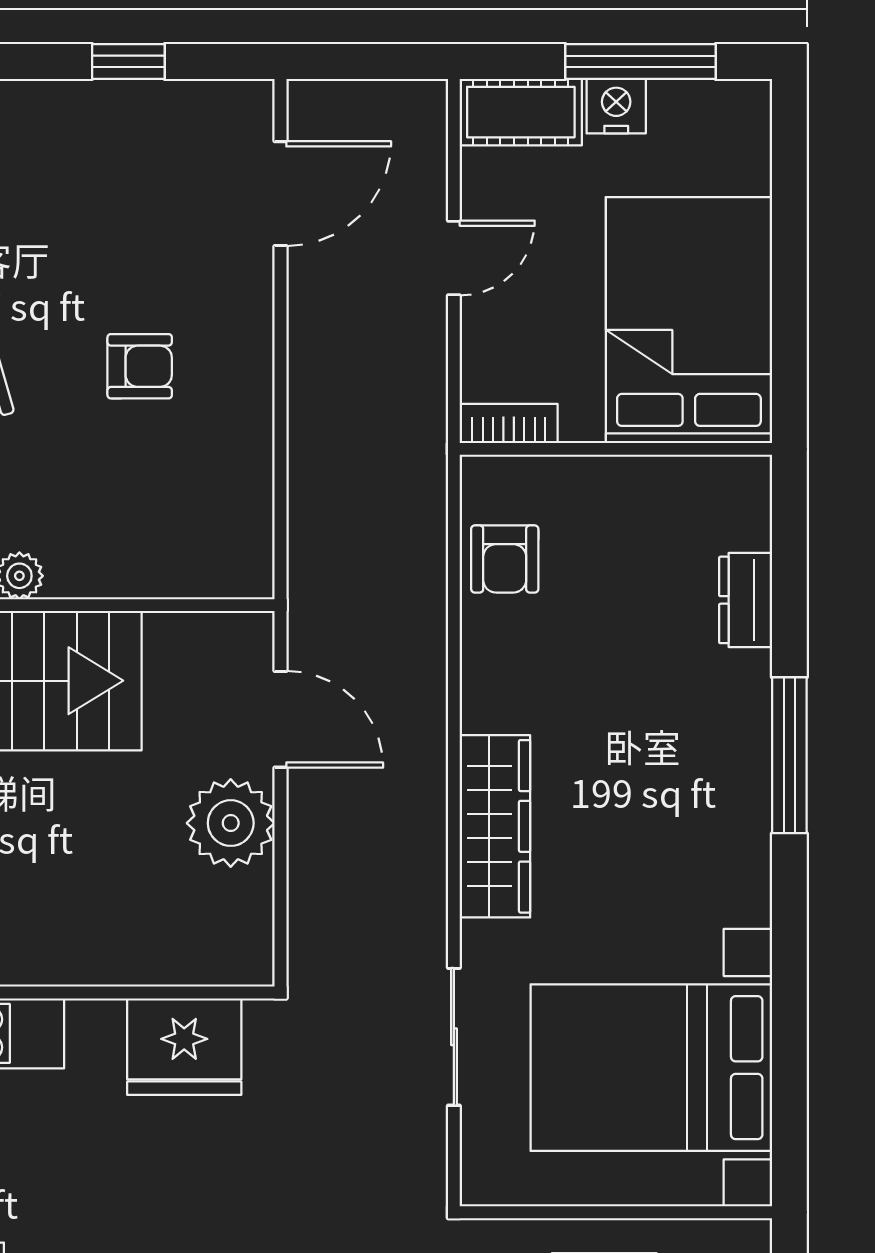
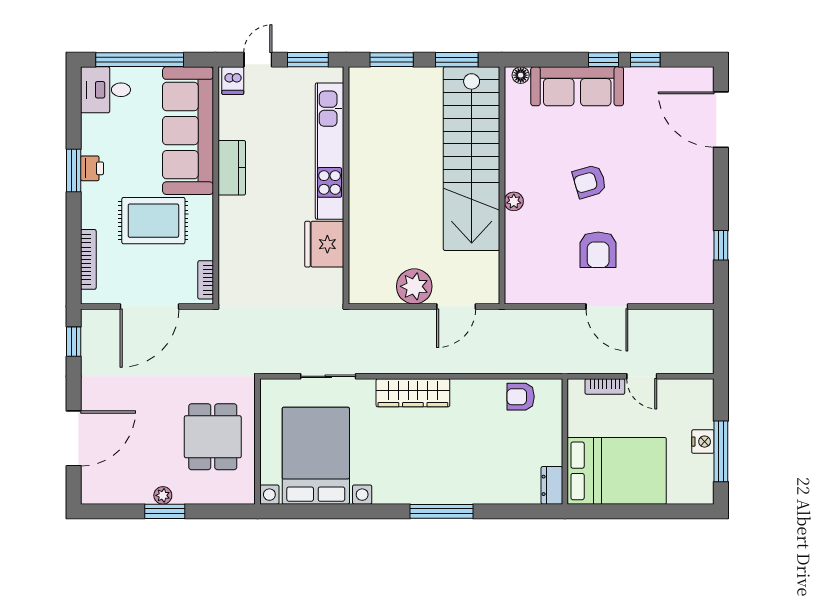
cot: (521, 112) -> (700, 403), removed
door: (280, 194) -> (607, 306), moved
armchair: (140, 366) -> (598, 250), width x1.38, depth x1.38
bookcase: (509, 424) -> (605, 386), moved, turned 90
dresser: (746, 600) -> (552, 485), moved, turned -90
fridge: (184, 1047) -> (324, 244), moved

